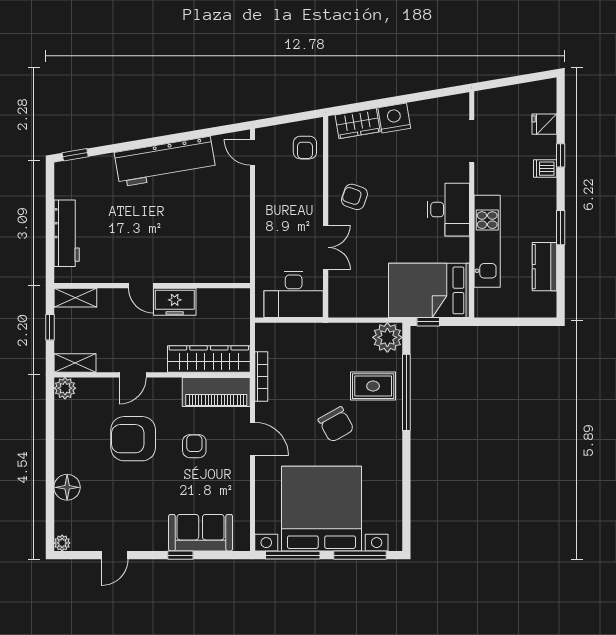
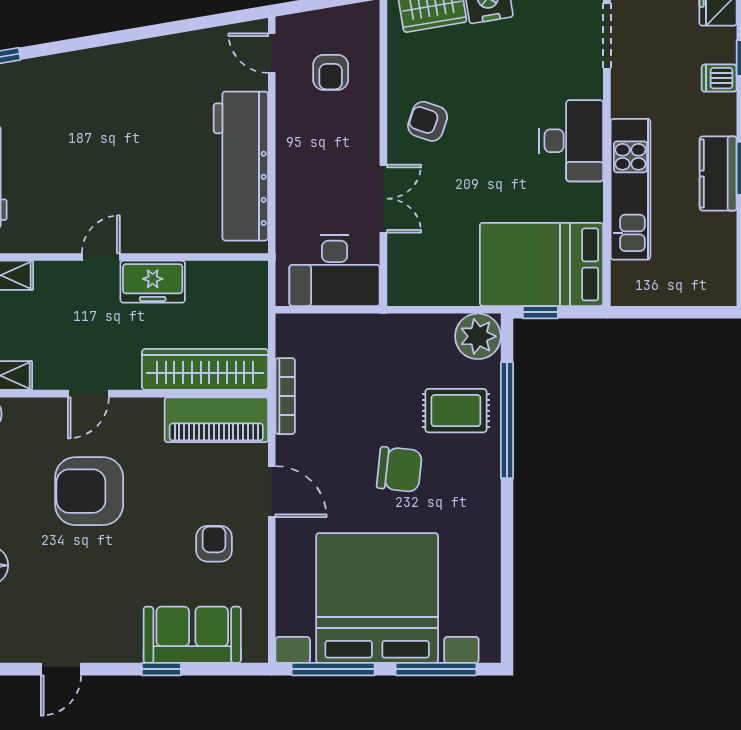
armchair: (305, 148) -> (331, 72), moved
workbench: (165, 162) -> (241, 166), moved, turned 100
kitchen counter: (544, 267) -> (718, 173), moved
door: (141, 286) -> (101, 257), swing flipped
chair: (336, 424) -> (399, 469), turned -55
armchair: (194, 446) -> (214, 544), moved

